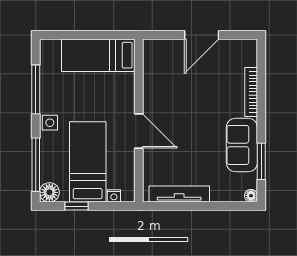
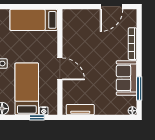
door: (202, 35) -> (112, 7), moved
tv unit: (179, 194) -> (80, 110), width x0.71
window: (76, 206) -> (37, 117), moved

